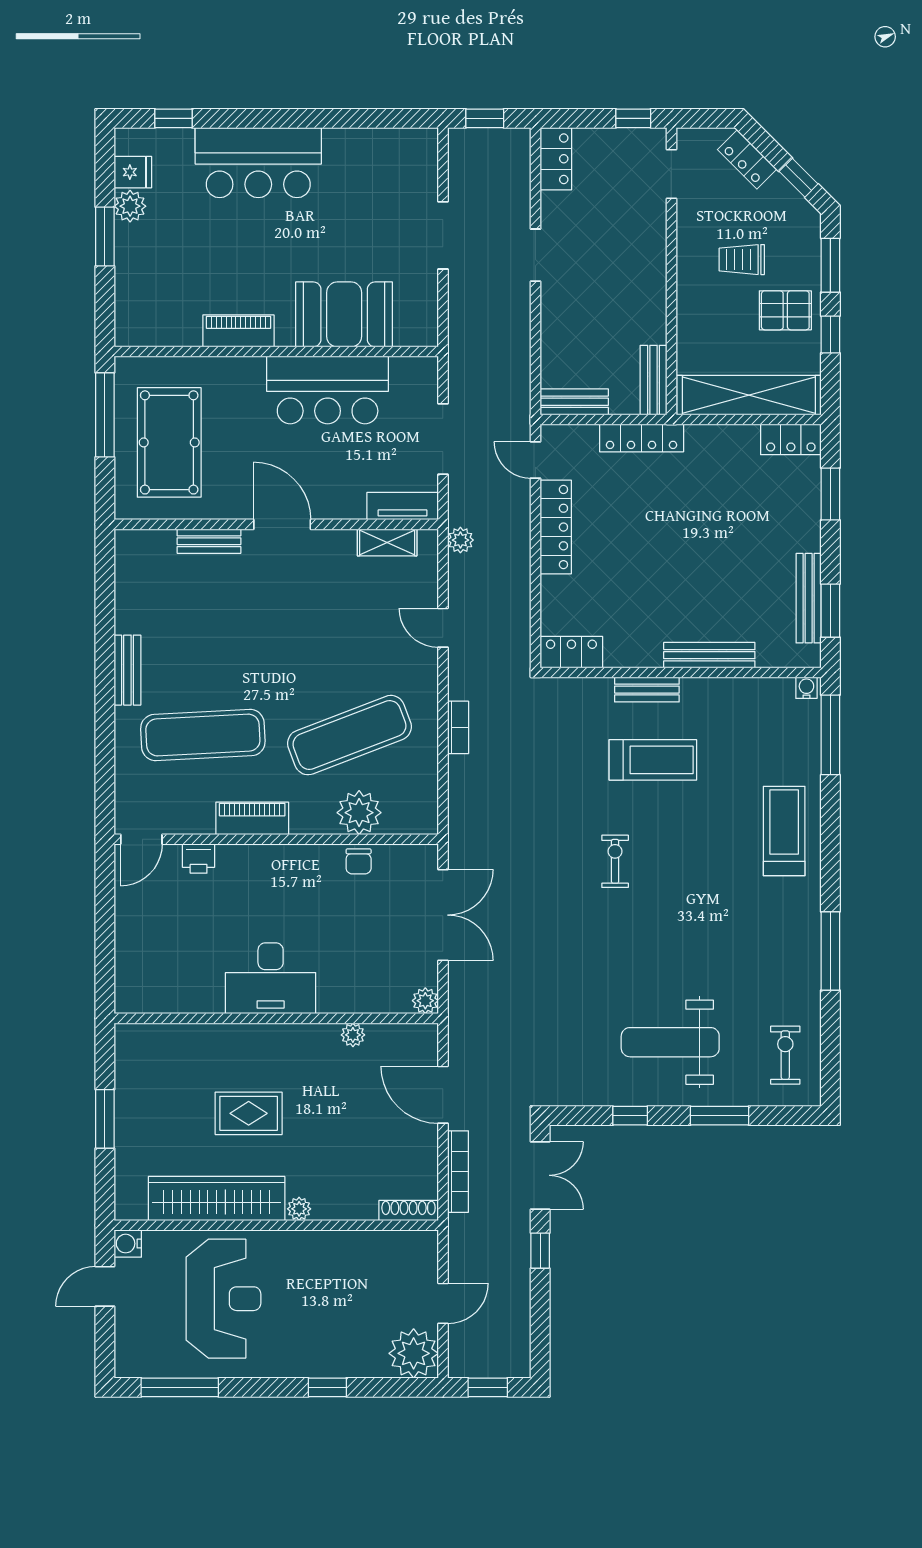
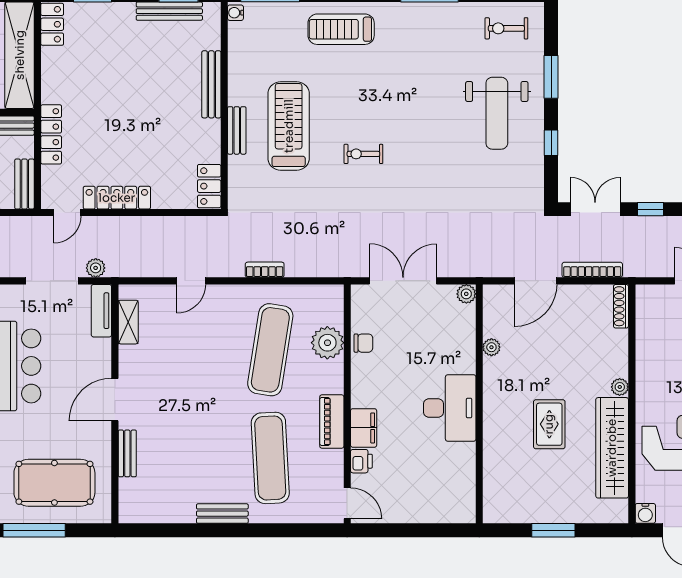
plant: (460, 540) -> (96, 268), moved
exercise mat: (349, 735) -> (270, 350), turned 30
treadmill: (653, 760) -> (289, 126), width x1.37, depth x1.38
filing cabinet: (243, 862) -> (364, 428), added

